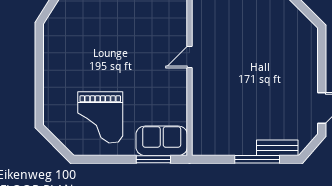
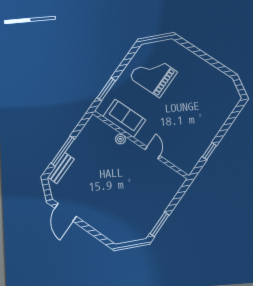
plant: (199, 104) -> (120, 139), added
sofa: (162, 141) -> (124, 118), moved, turned -90

